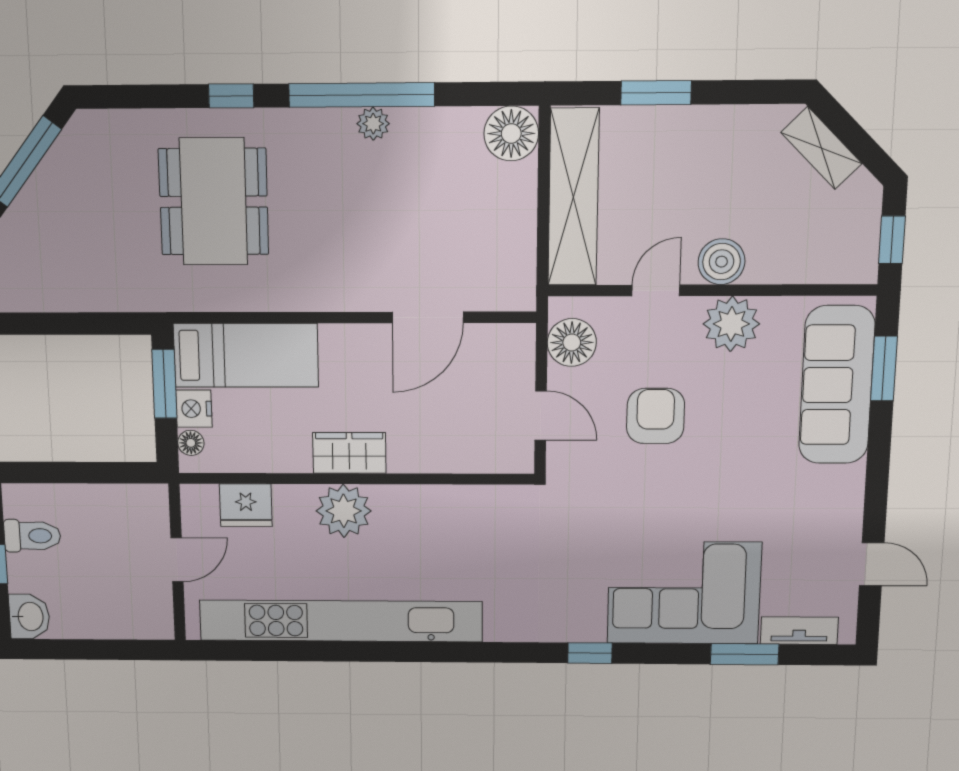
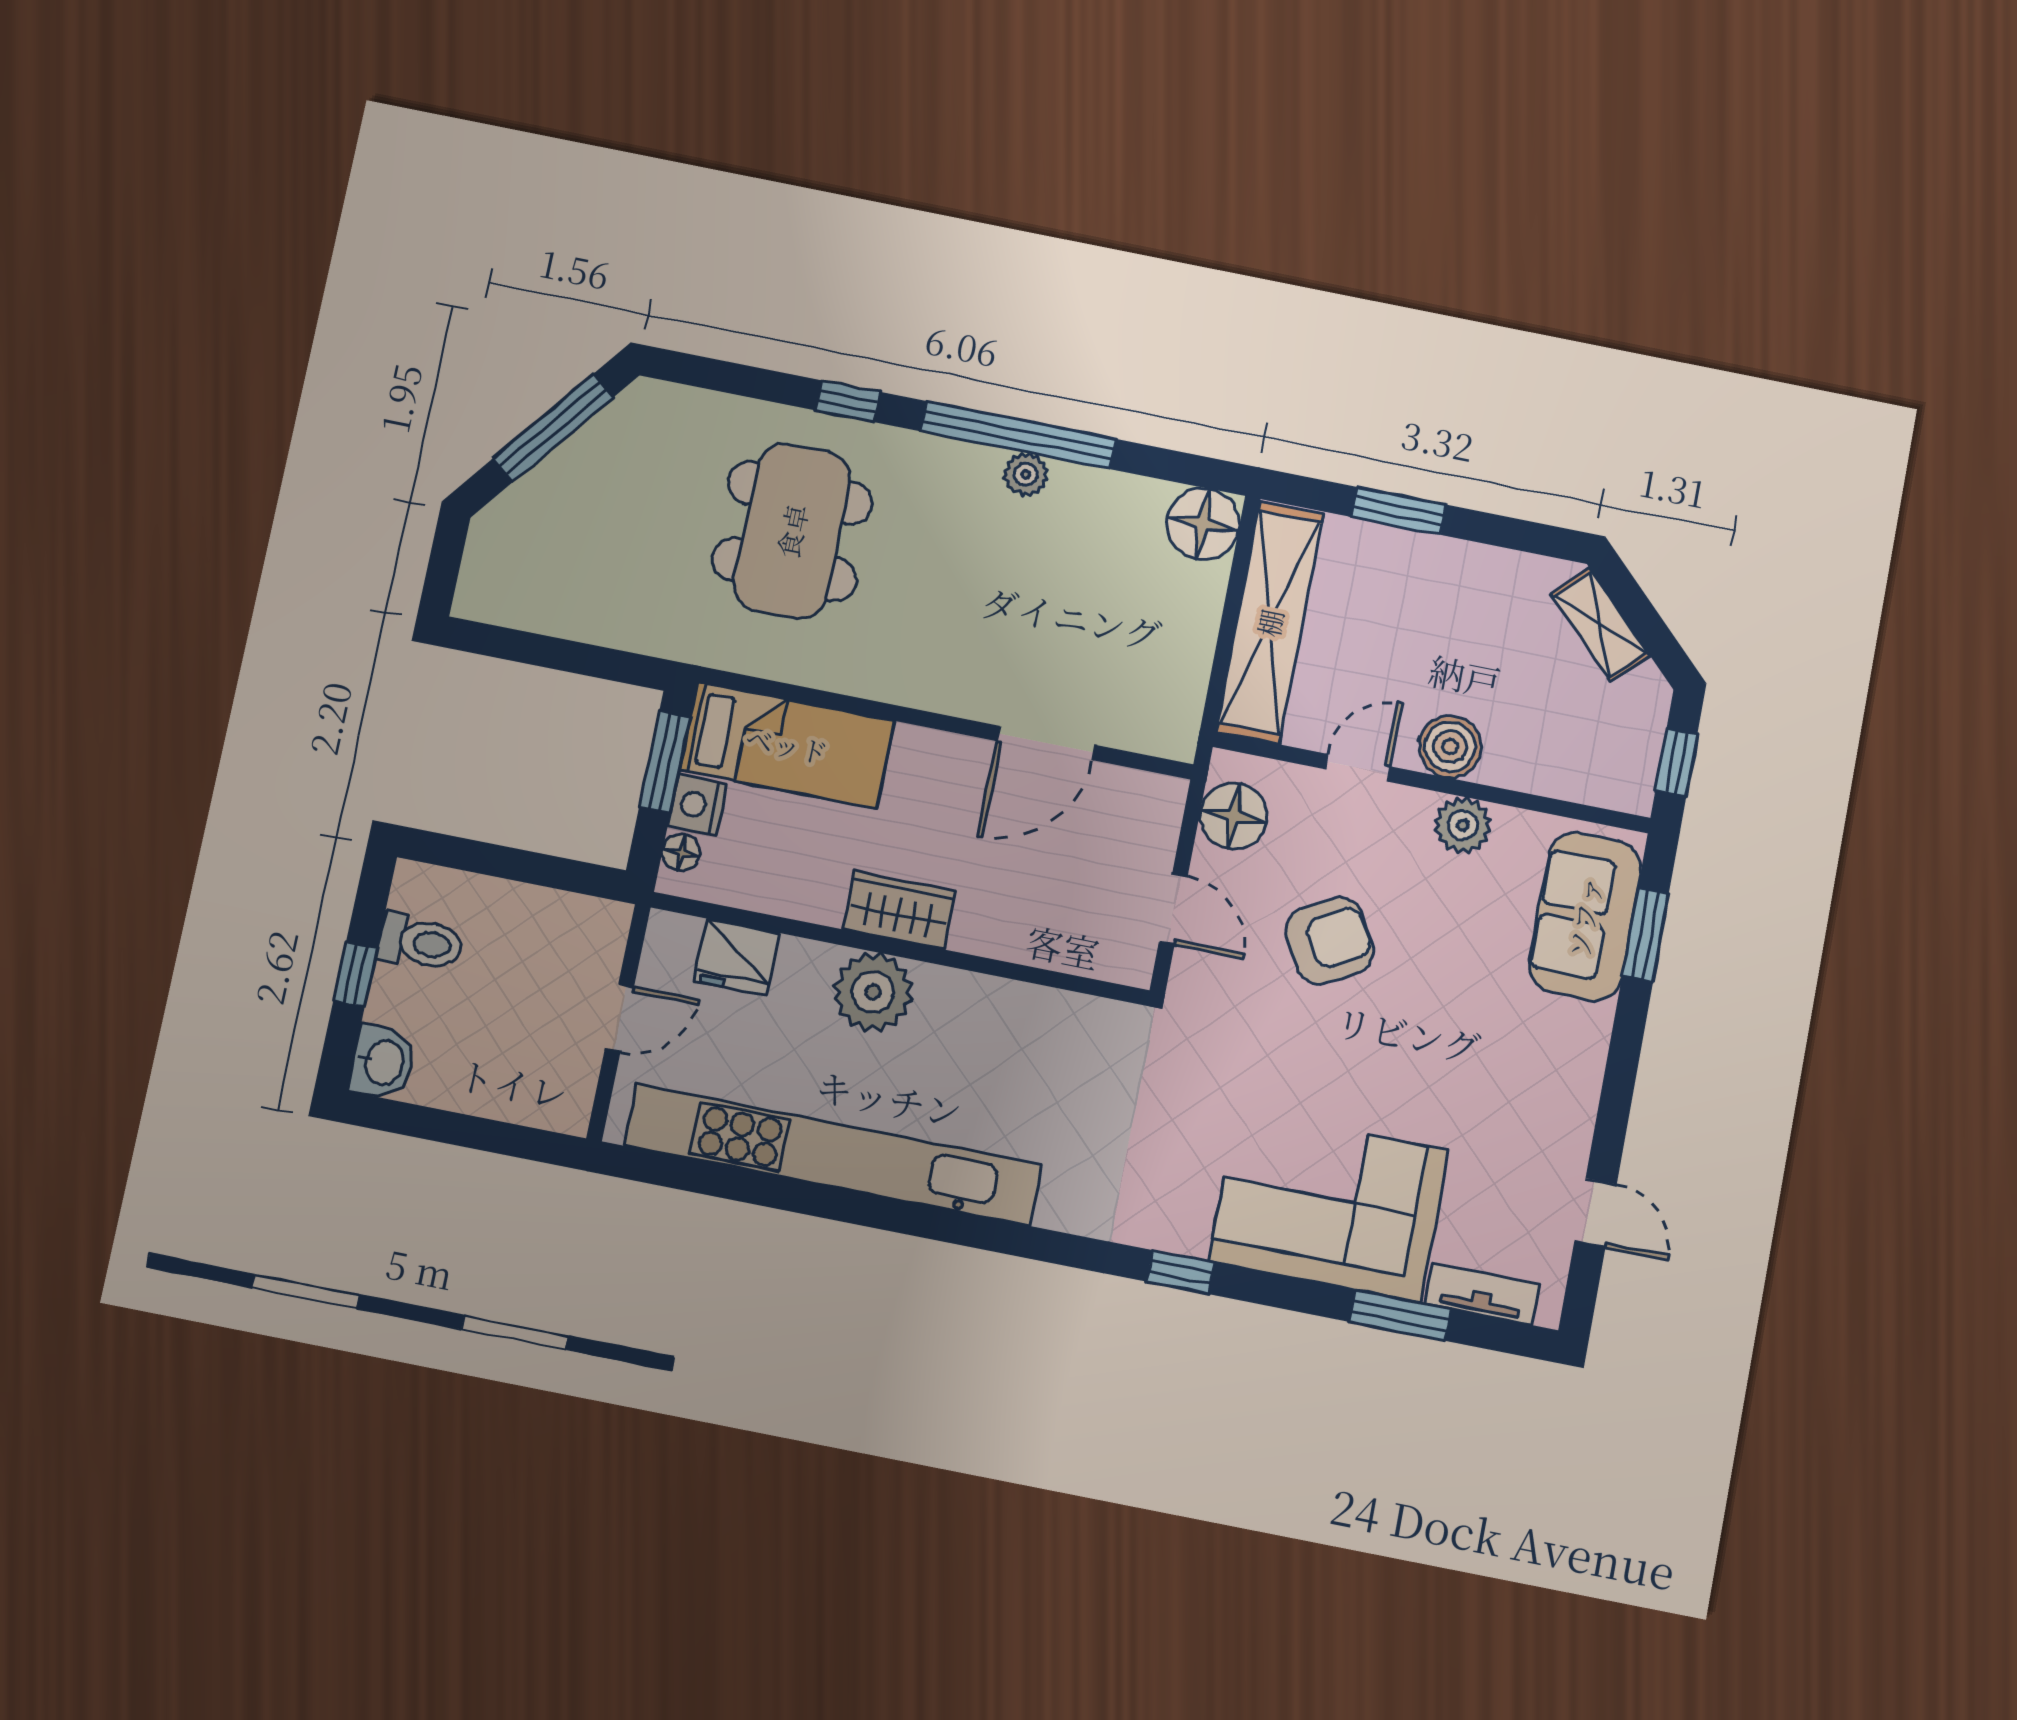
plant: (731, 324) -> (1463, 825), width x0.73, depth x0.73
sofa: (837, 385) -> (1585, 917), width x0.73
armchair: (656, 416) -> (1330, 941), turned 61

